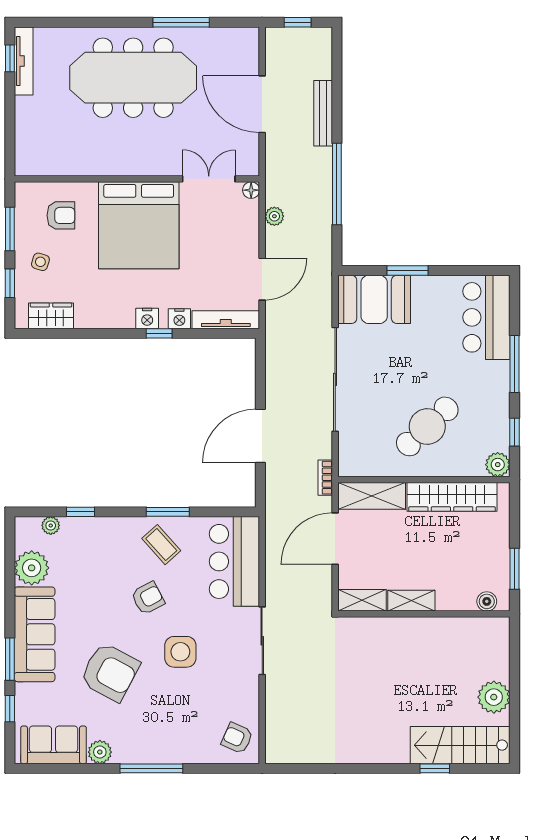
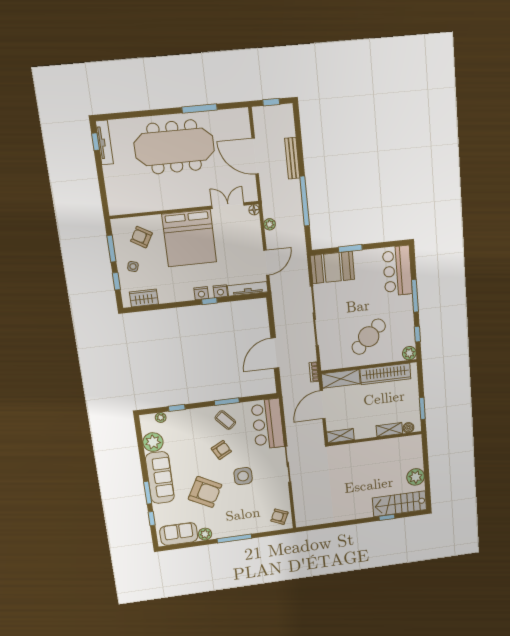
armchair: (61, 215) -> (141, 237), turned -150
shelving: (411, 601) -> (389, 430), moved

